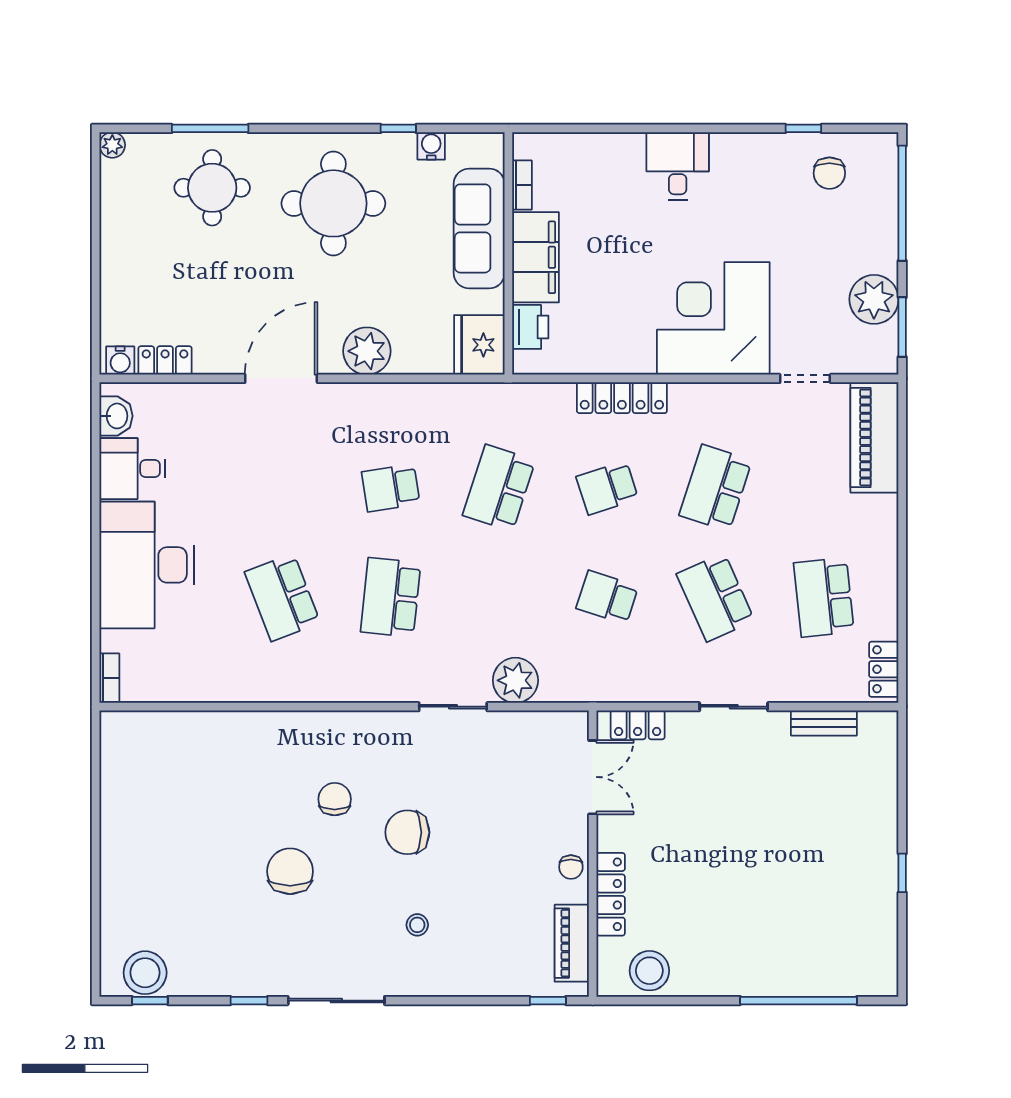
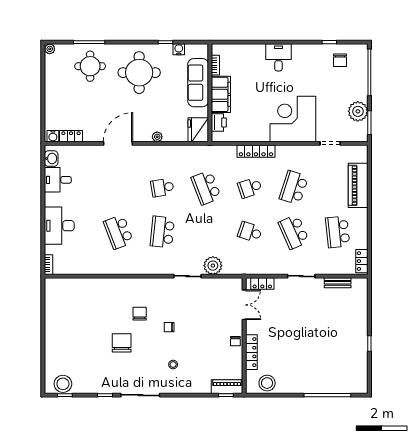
plant: (367, 351) -> (157, 137), width x0.53, depth x0.53
piano: (874, 437) -> (358, 185), moved
school desk: (499, 488) -> (206, 188), turned -39
desk: (147, 565) -> (59, 226), width x0.73, depth x0.77
chair: (407, 832) -> (169, 327), width x0.54, depth x0.54
piano: (572, 943) -> (227, 387), moved, turned 90

